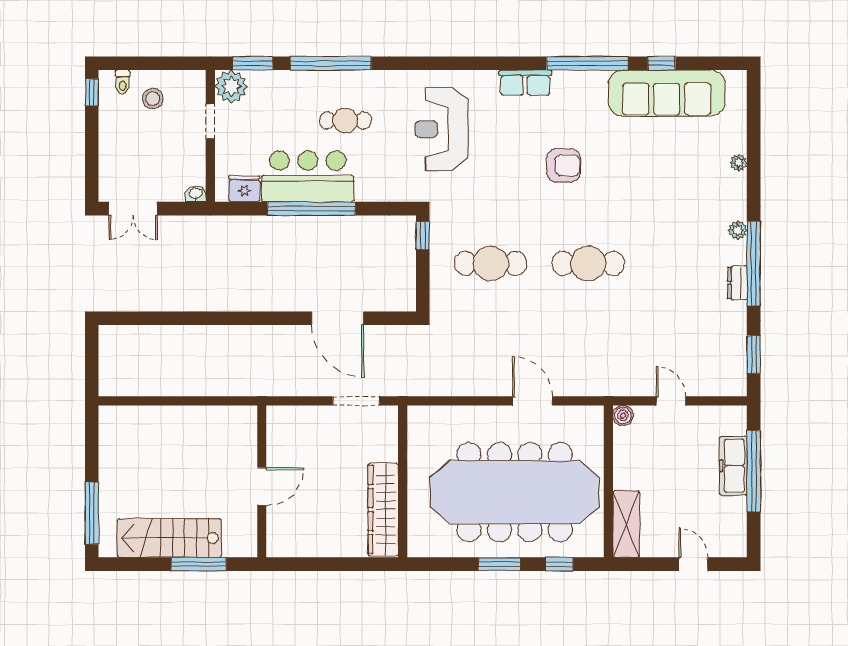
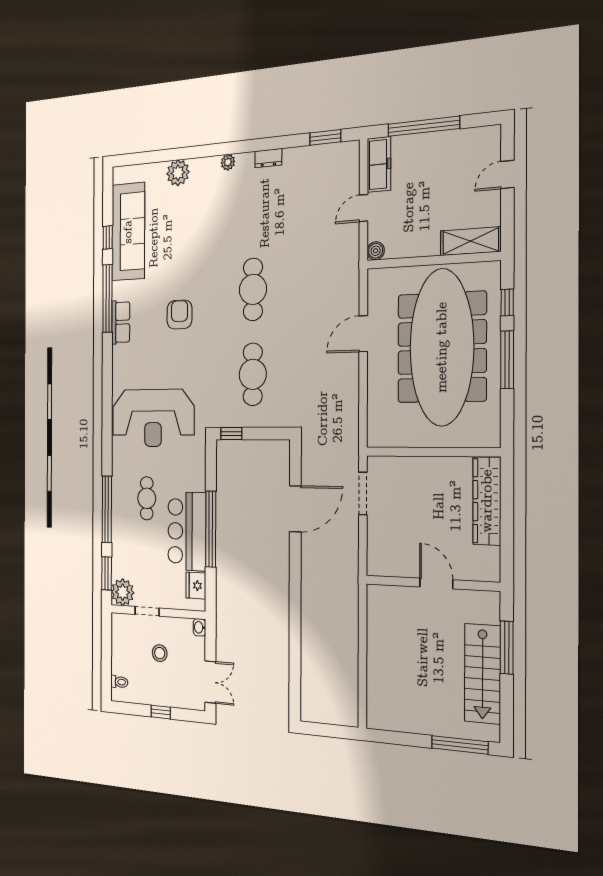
row of seats: (525, 83) -> (121, 322), moved
window: (92, 92) -> (161, 712), moved
stool: (153, 99) -> (160, 653), moved
reception desk: (441, 129) -> (153, 418), width x1.36, depth x1.30
plant: (739, 163) -> (178, 173), width x1.87, depth x1.87
window: (754, 264) -> (253, 145), removed
freezer: (733, 466) -> (379, 164), moved, turned -90
wardrobe: (383, 510) -> (487, 501), moved, turned 90
window: (499, 564) -> (507, 360), width x1.44

